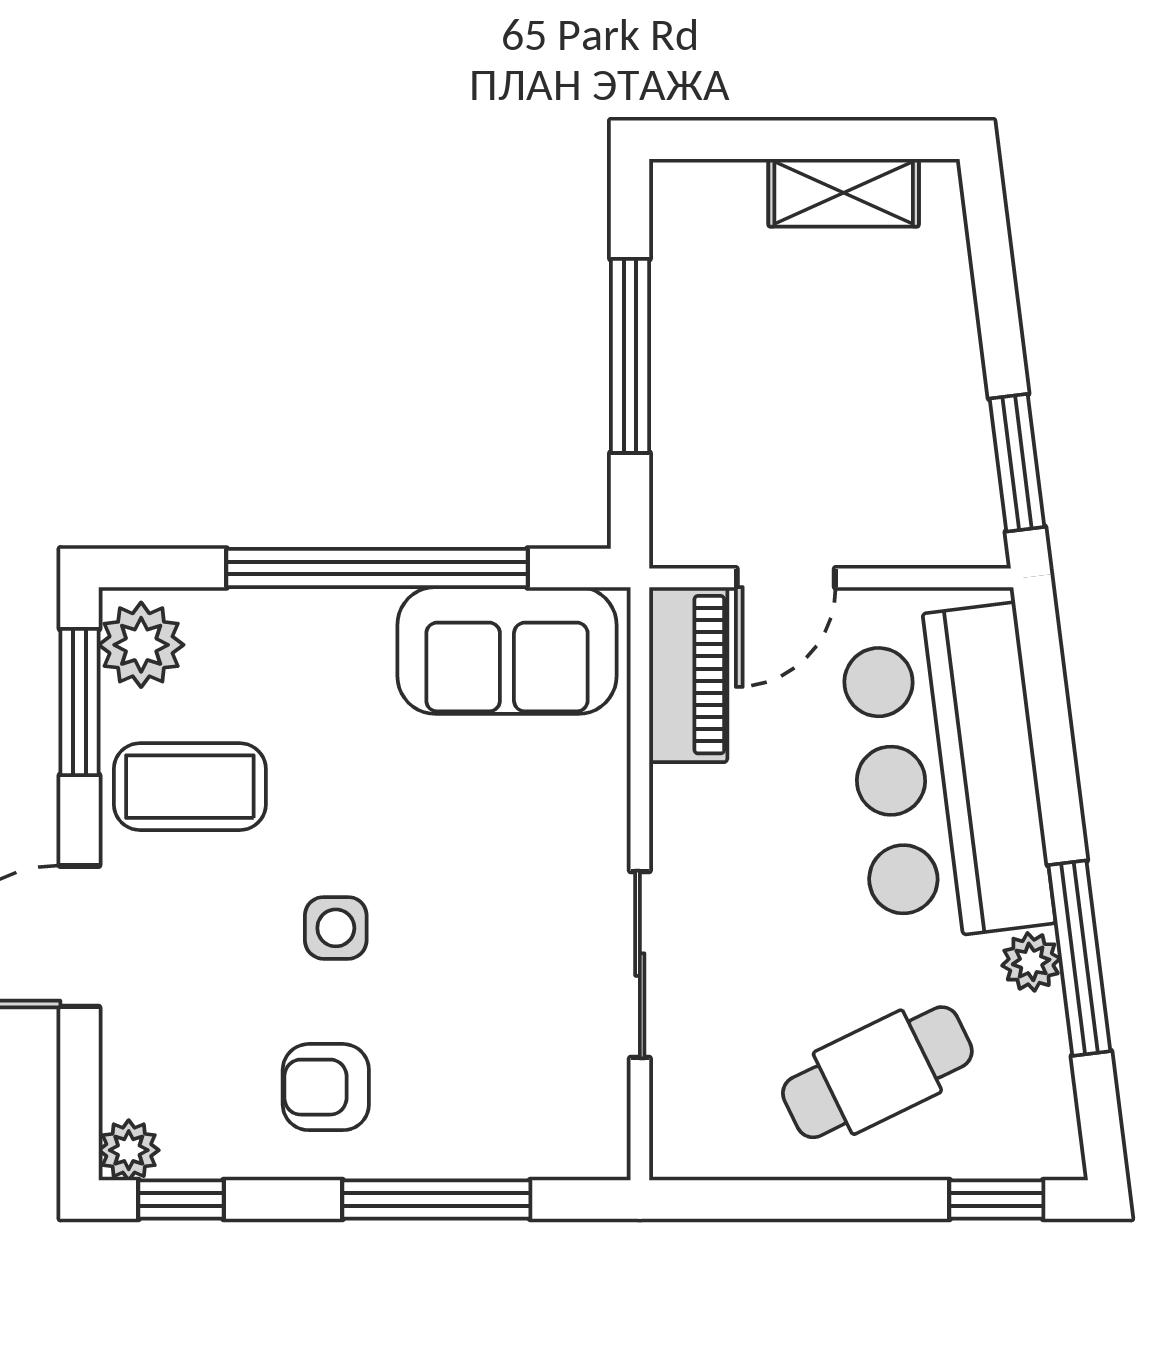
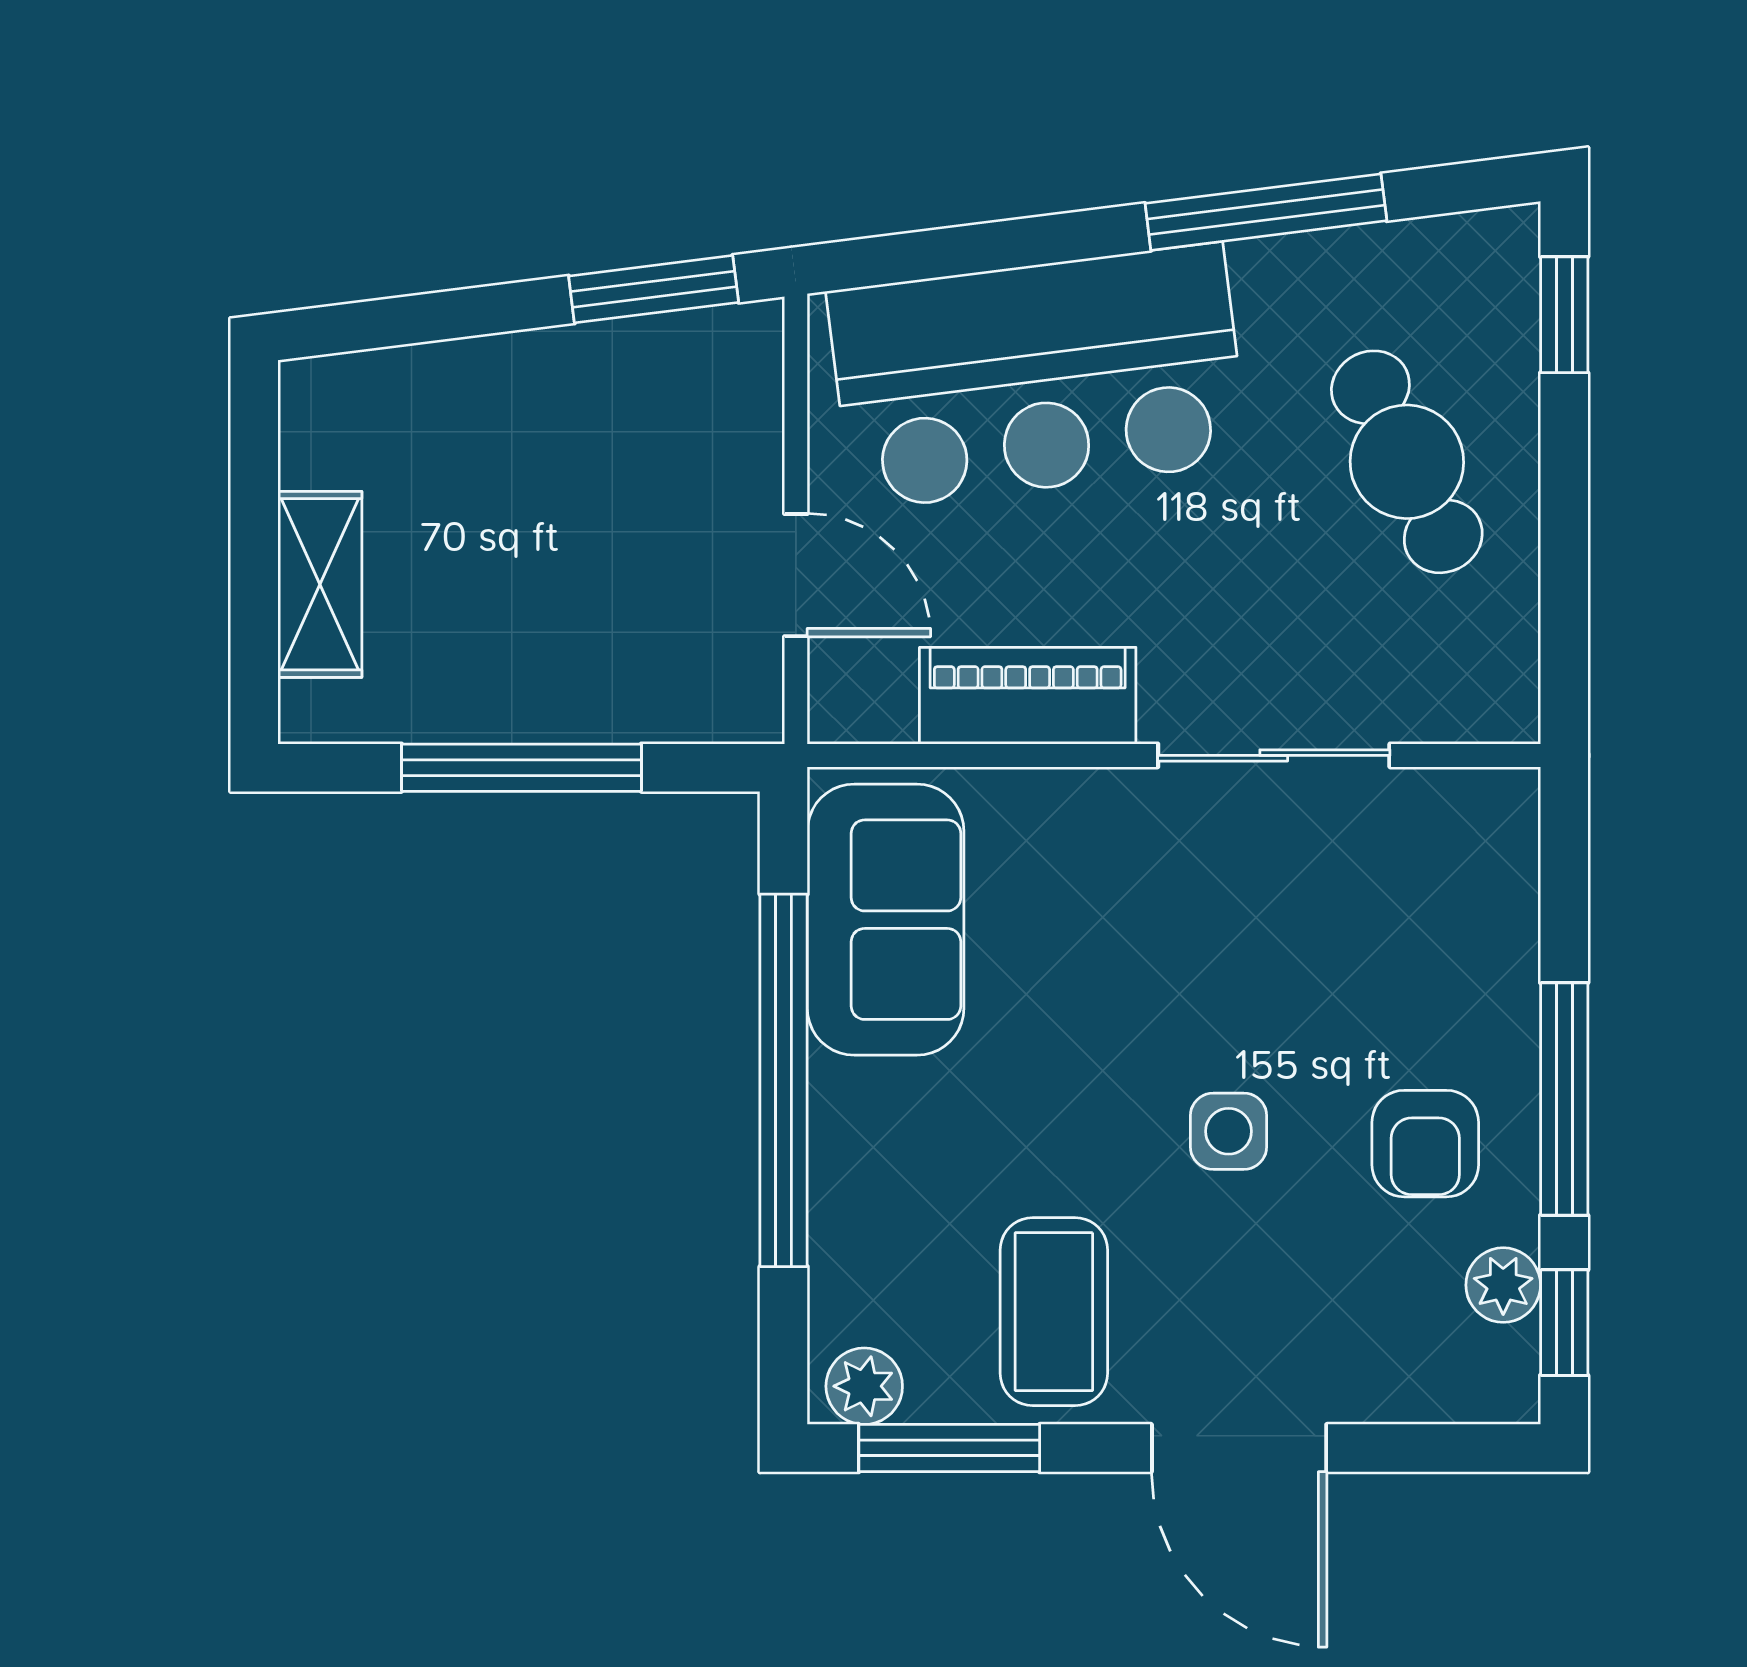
shelving: (844, 193) -> (320, 584), moved
plant: (141, 645) -> (864, 1386), width x0.73, depth x0.73
piano: (688, 675) -> (1028, 696), moved
plant: (1031, 962) -> (1271, 272), removed
plant: (129, 1150) -> (1503, 1285), moved
window: (436, 1199) -> (1564, 1099), moved

